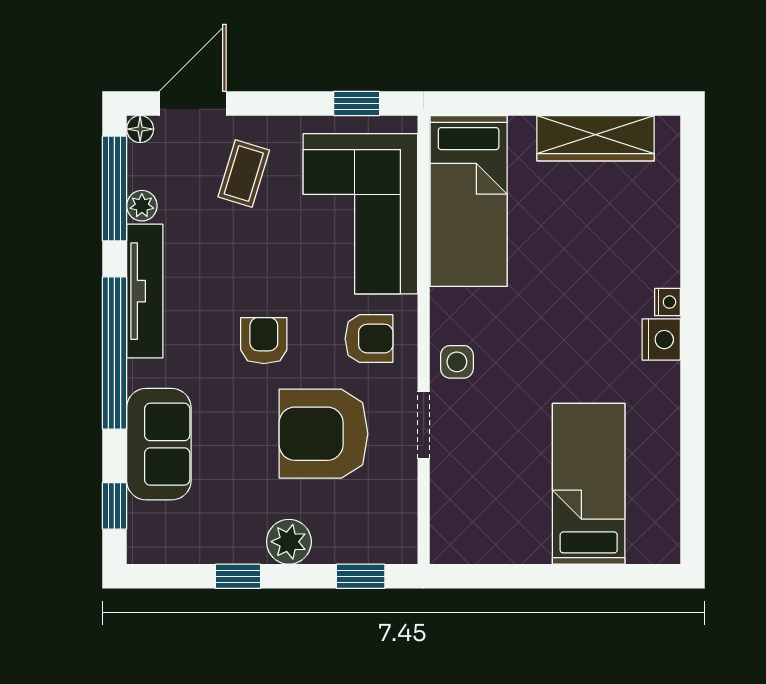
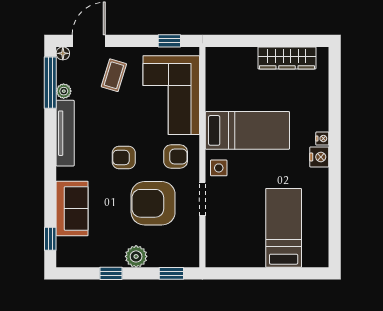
bed: (469, 201) -> (247, 130), moved, turned -90
armchair: (264, 341) -> (124, 158), turned -90
window: (114, 353) -> (50, 164), removed

